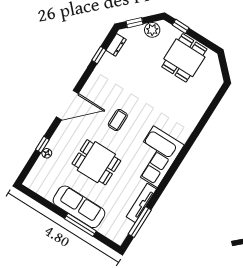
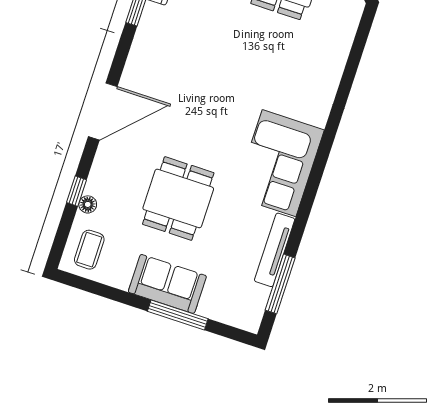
coffee table: (118, 120) -> (89, 250), moved
dining table: (96, 162) -> (178, 198), turned 90
sofa: (79, 207) -> (167, 284), width x0.73

